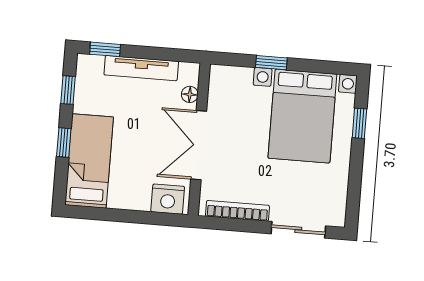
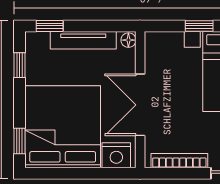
floor lamp: (190, 94) -> (128, 40), moved
window: (64, 142) -> (19, 141), moved
bed: (89, 161) -> (63, 127), width x2.04

